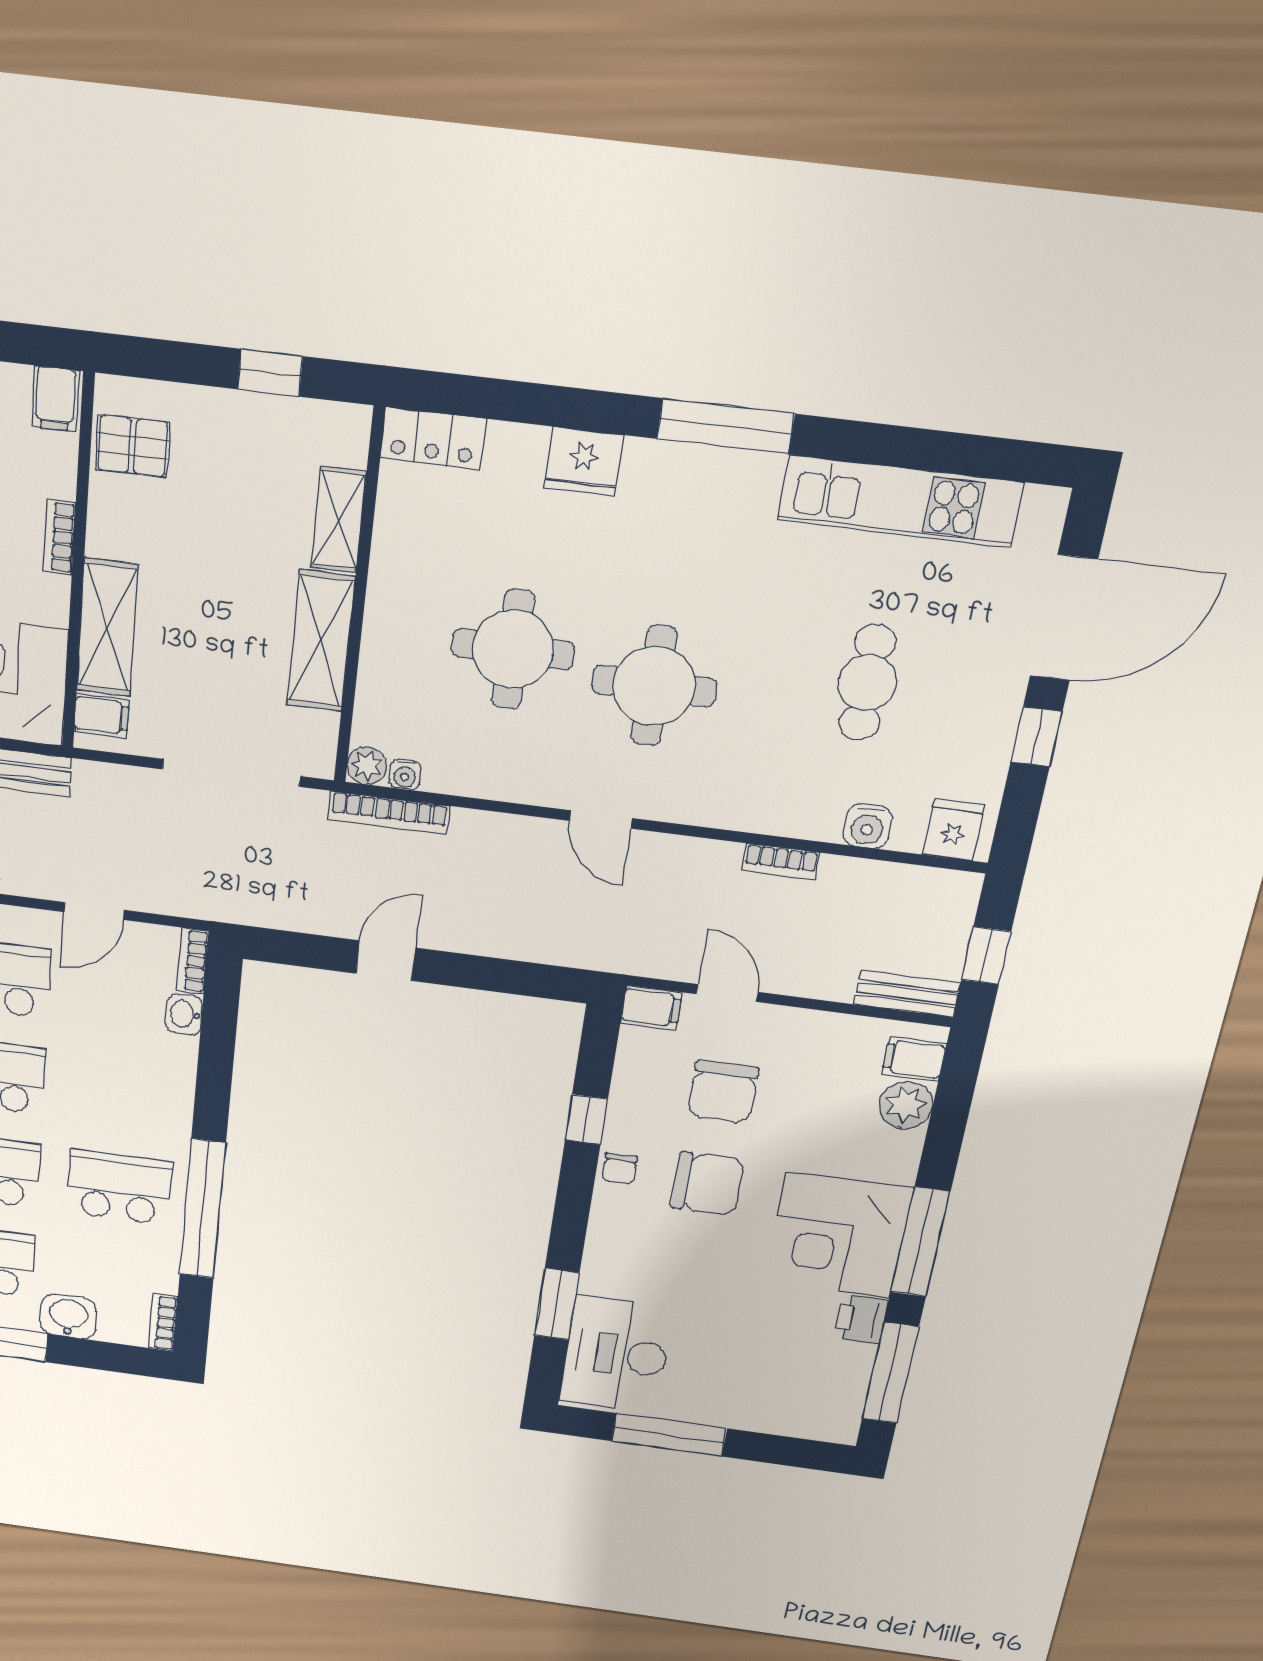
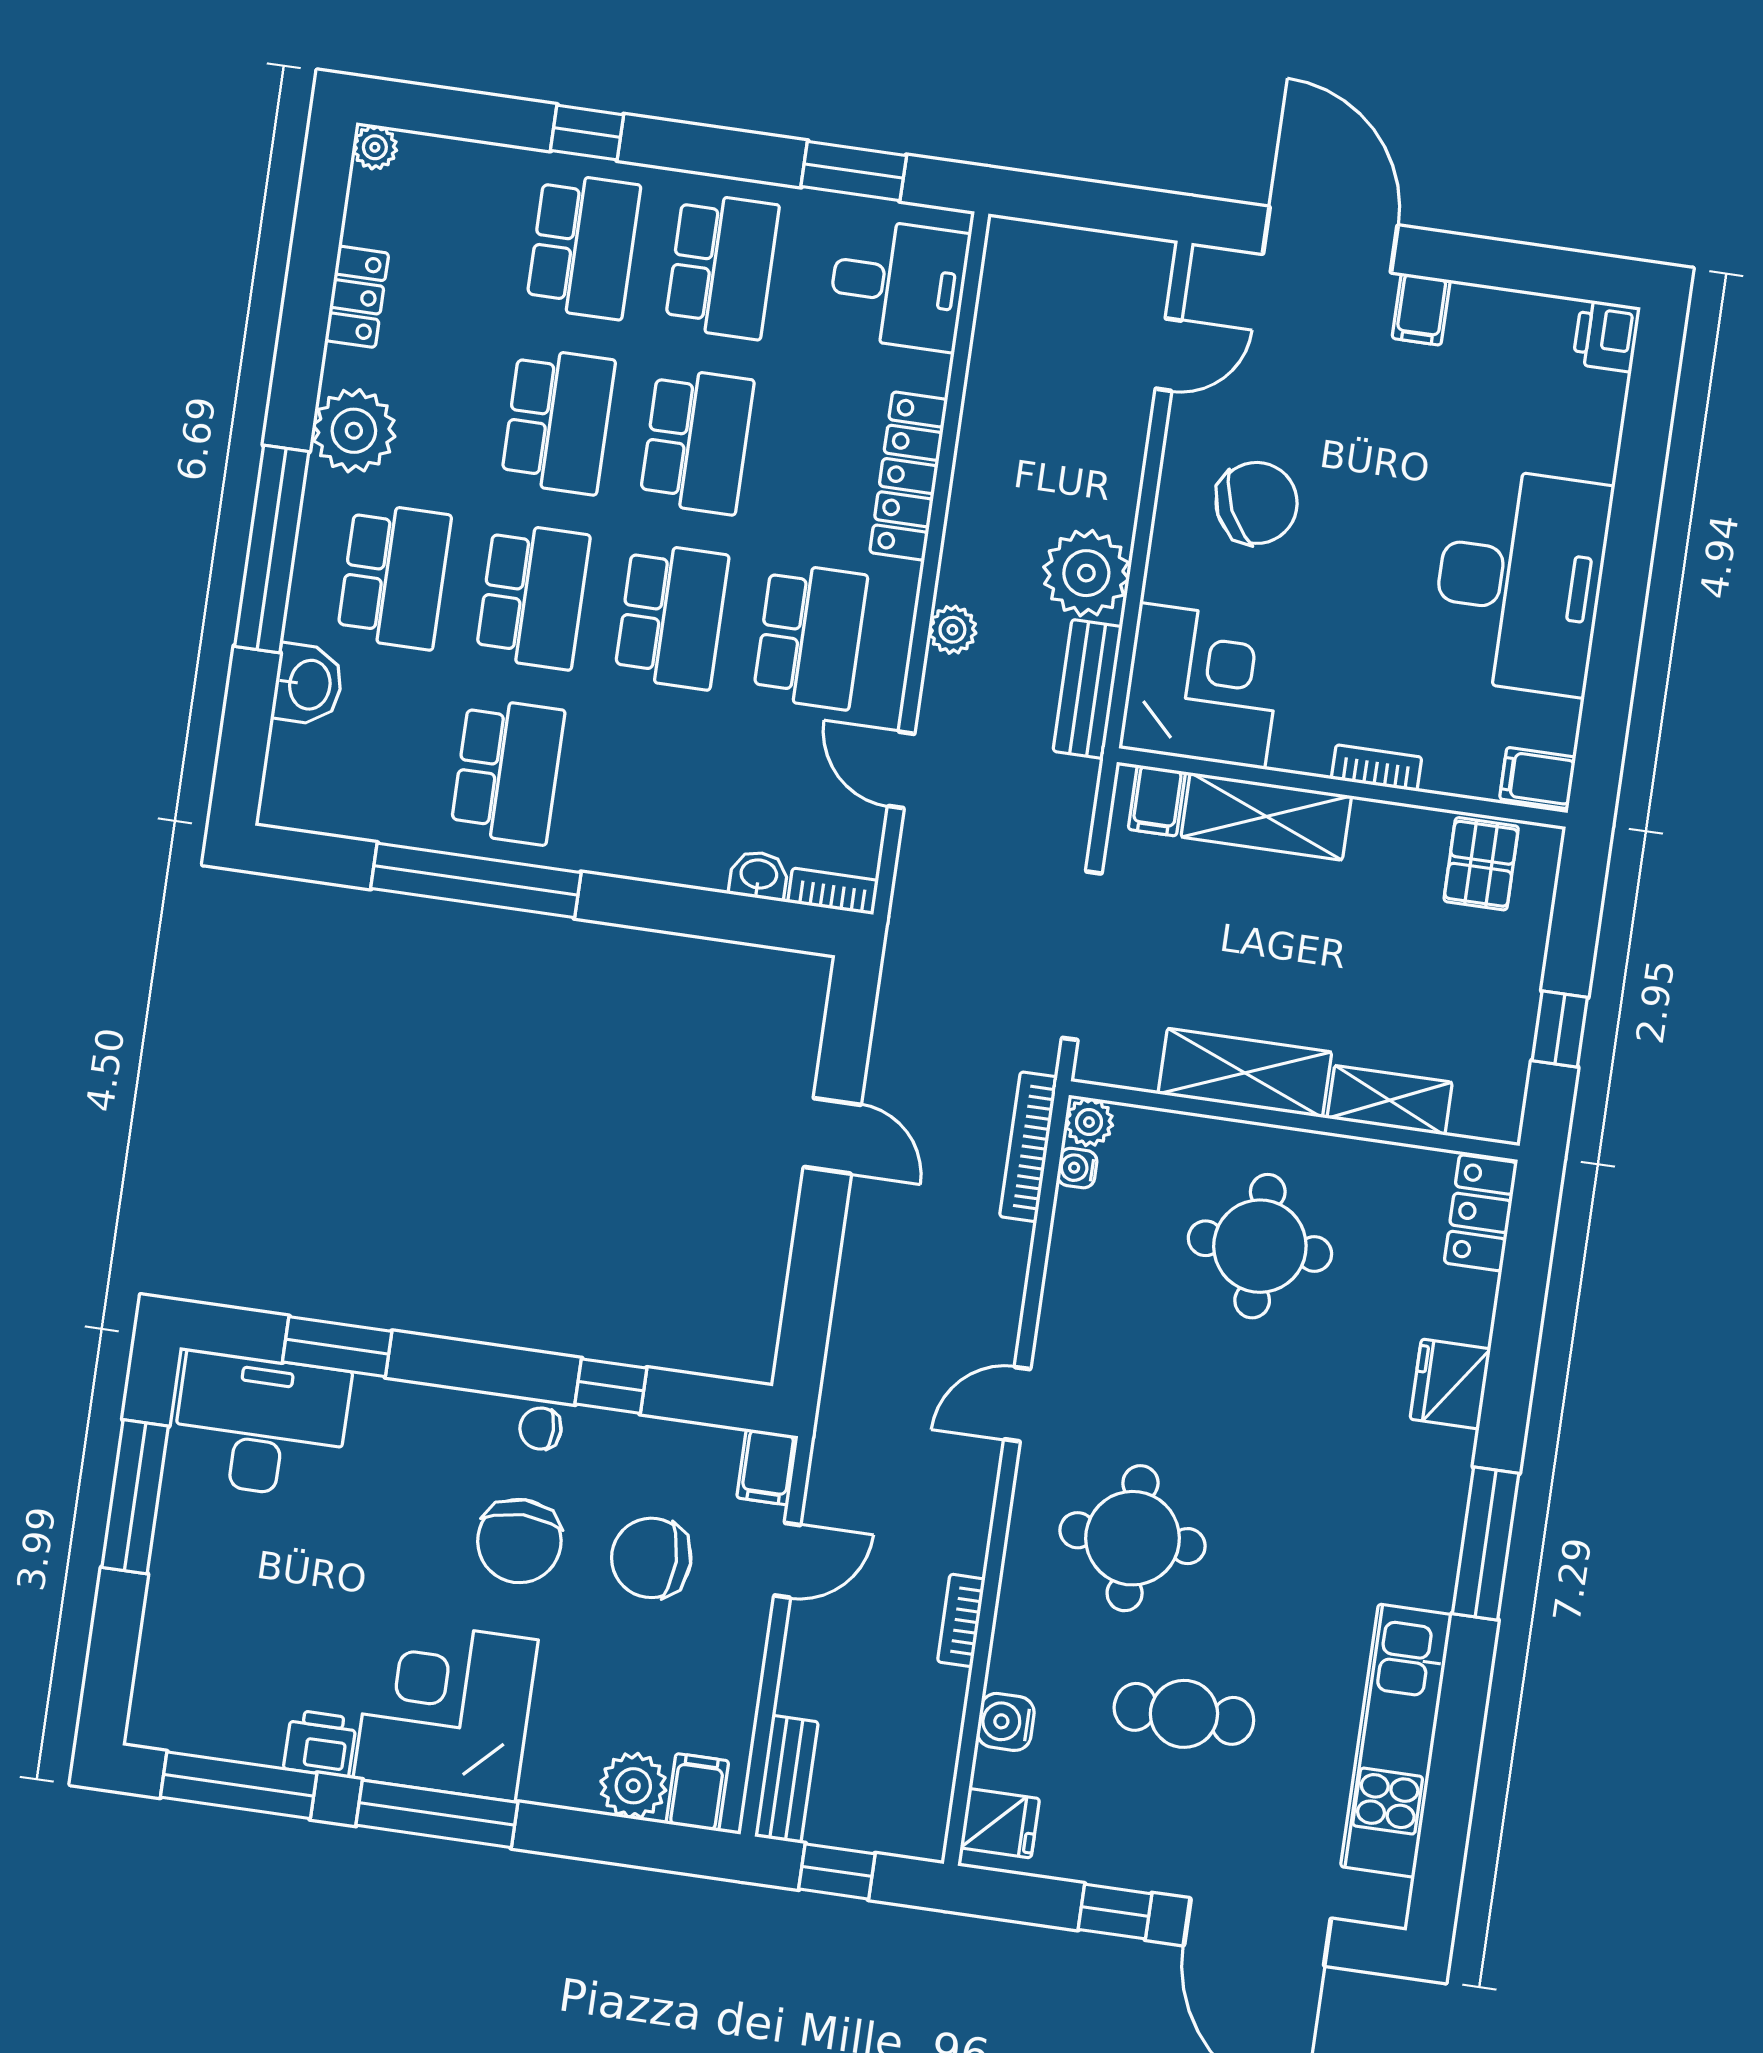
round table: (513, 649) -> (1260, 1246), moved
round table: (654, 686) -> (1133, 1538), moved
bookcase: (163, 1323) -> (300, 815), removed

